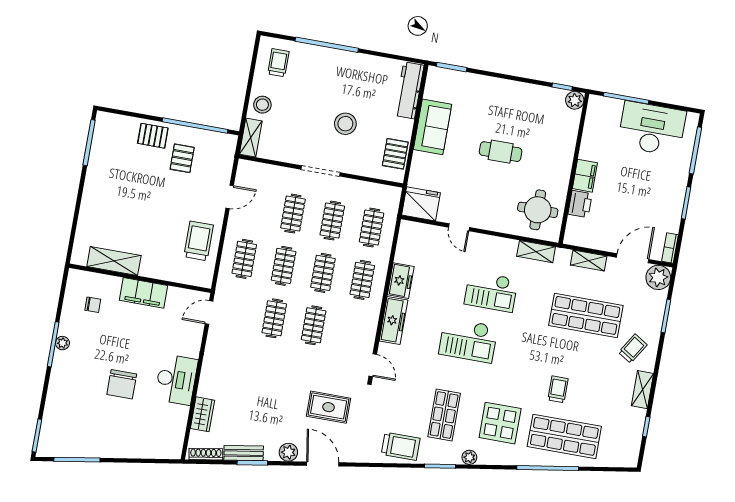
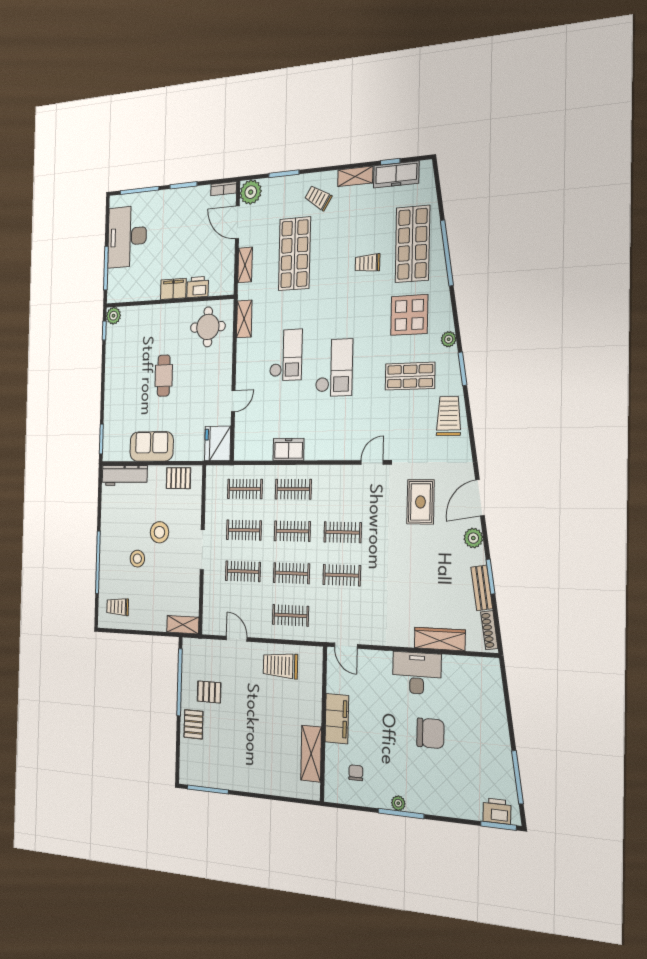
stool: (262, 105) -> (137, 559), moved
freezer: (394, 320) -> (396, 174), moved, turned 180
wardrobe: (203, 414) -> (440, 639), width x1.50
printer: (49, 436) -> (497, 811), added

